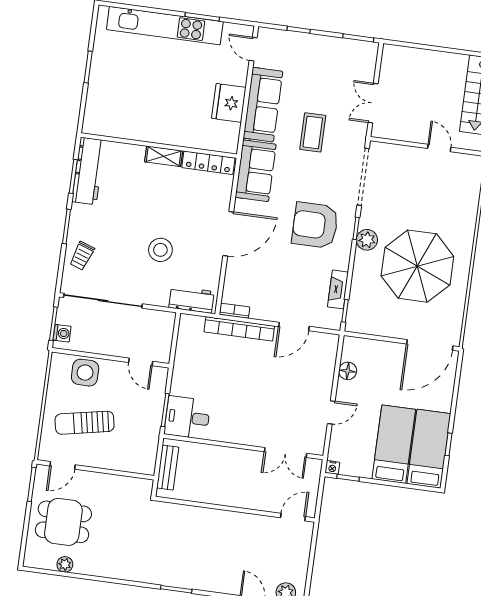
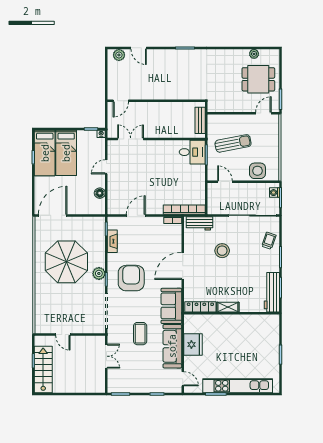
armchair: (315, 225) -> (131, 278), turned -90
bookcase: (239, 329) -> (184, 210), moved
sun lounger: (85, 423) -> (233, 143), moved

